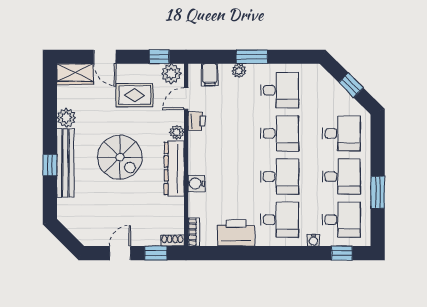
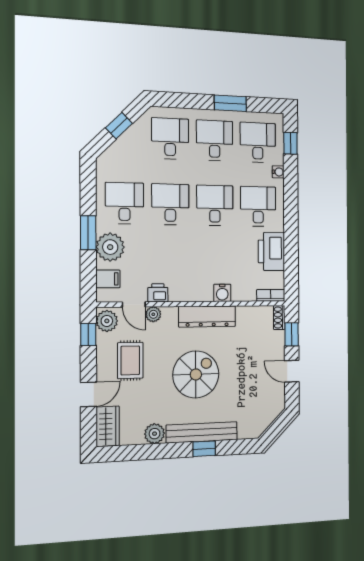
plant: (239, 71) -> (110, 247), width x1.87, depth x1.87
plant: (177, 132) -> (153, 314), moved

